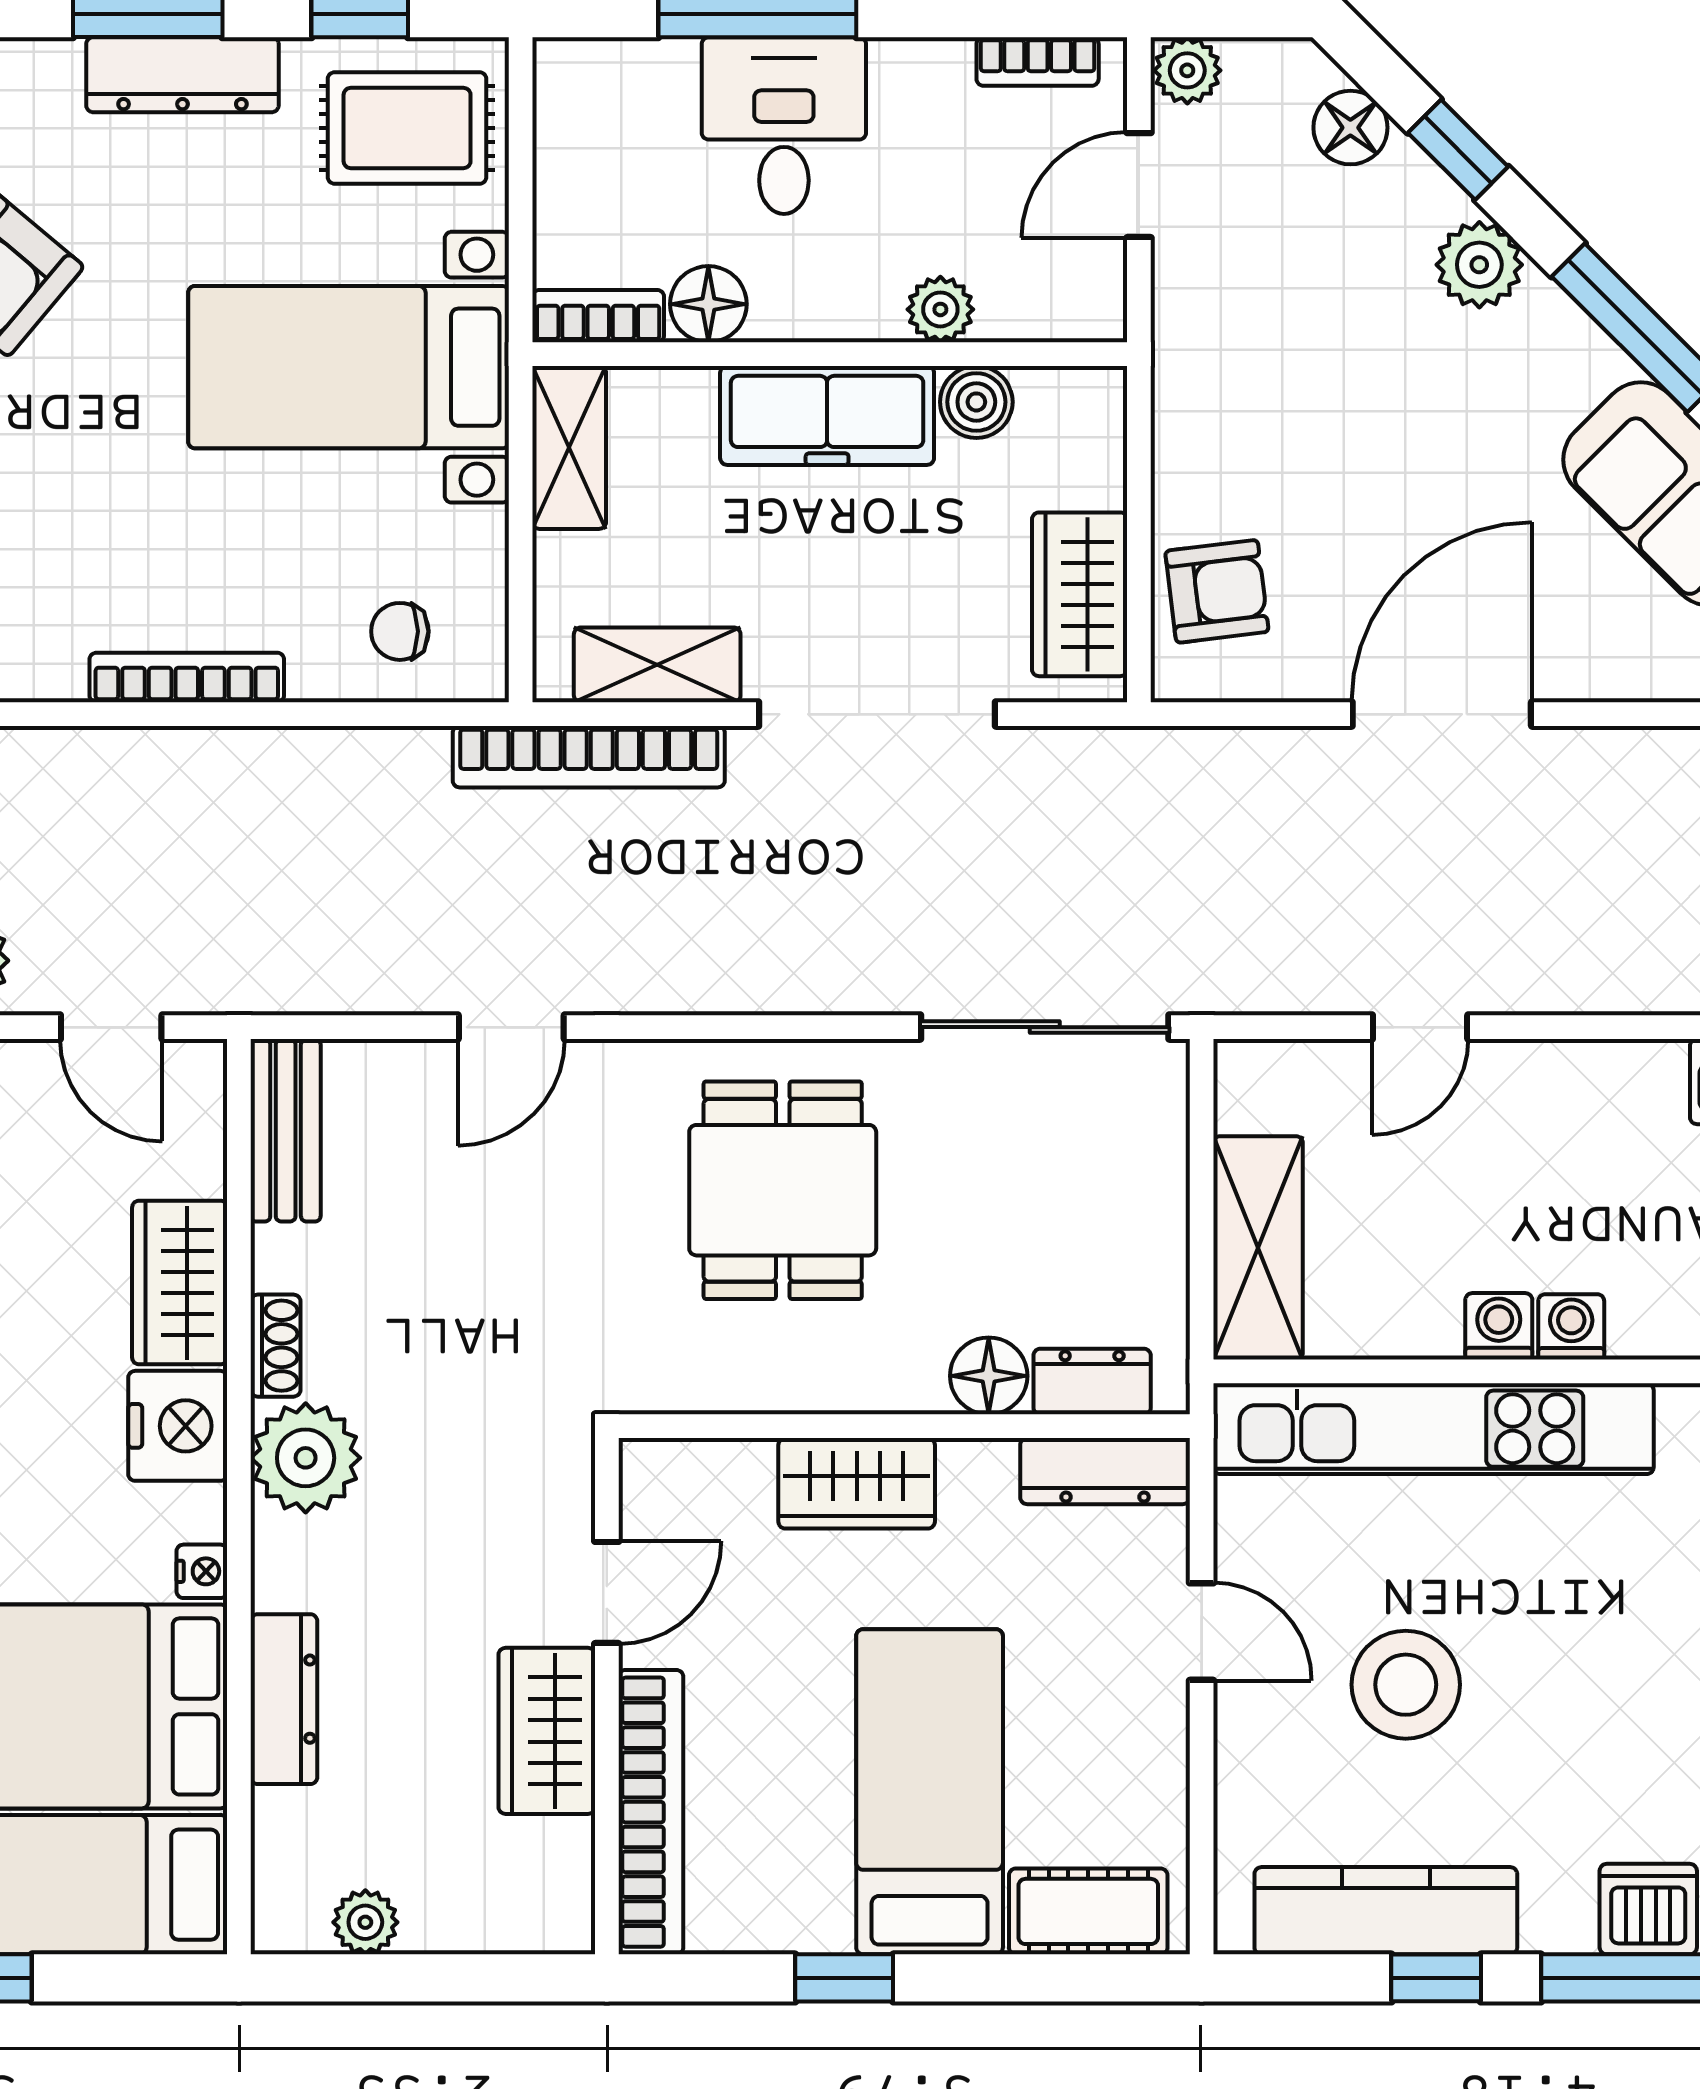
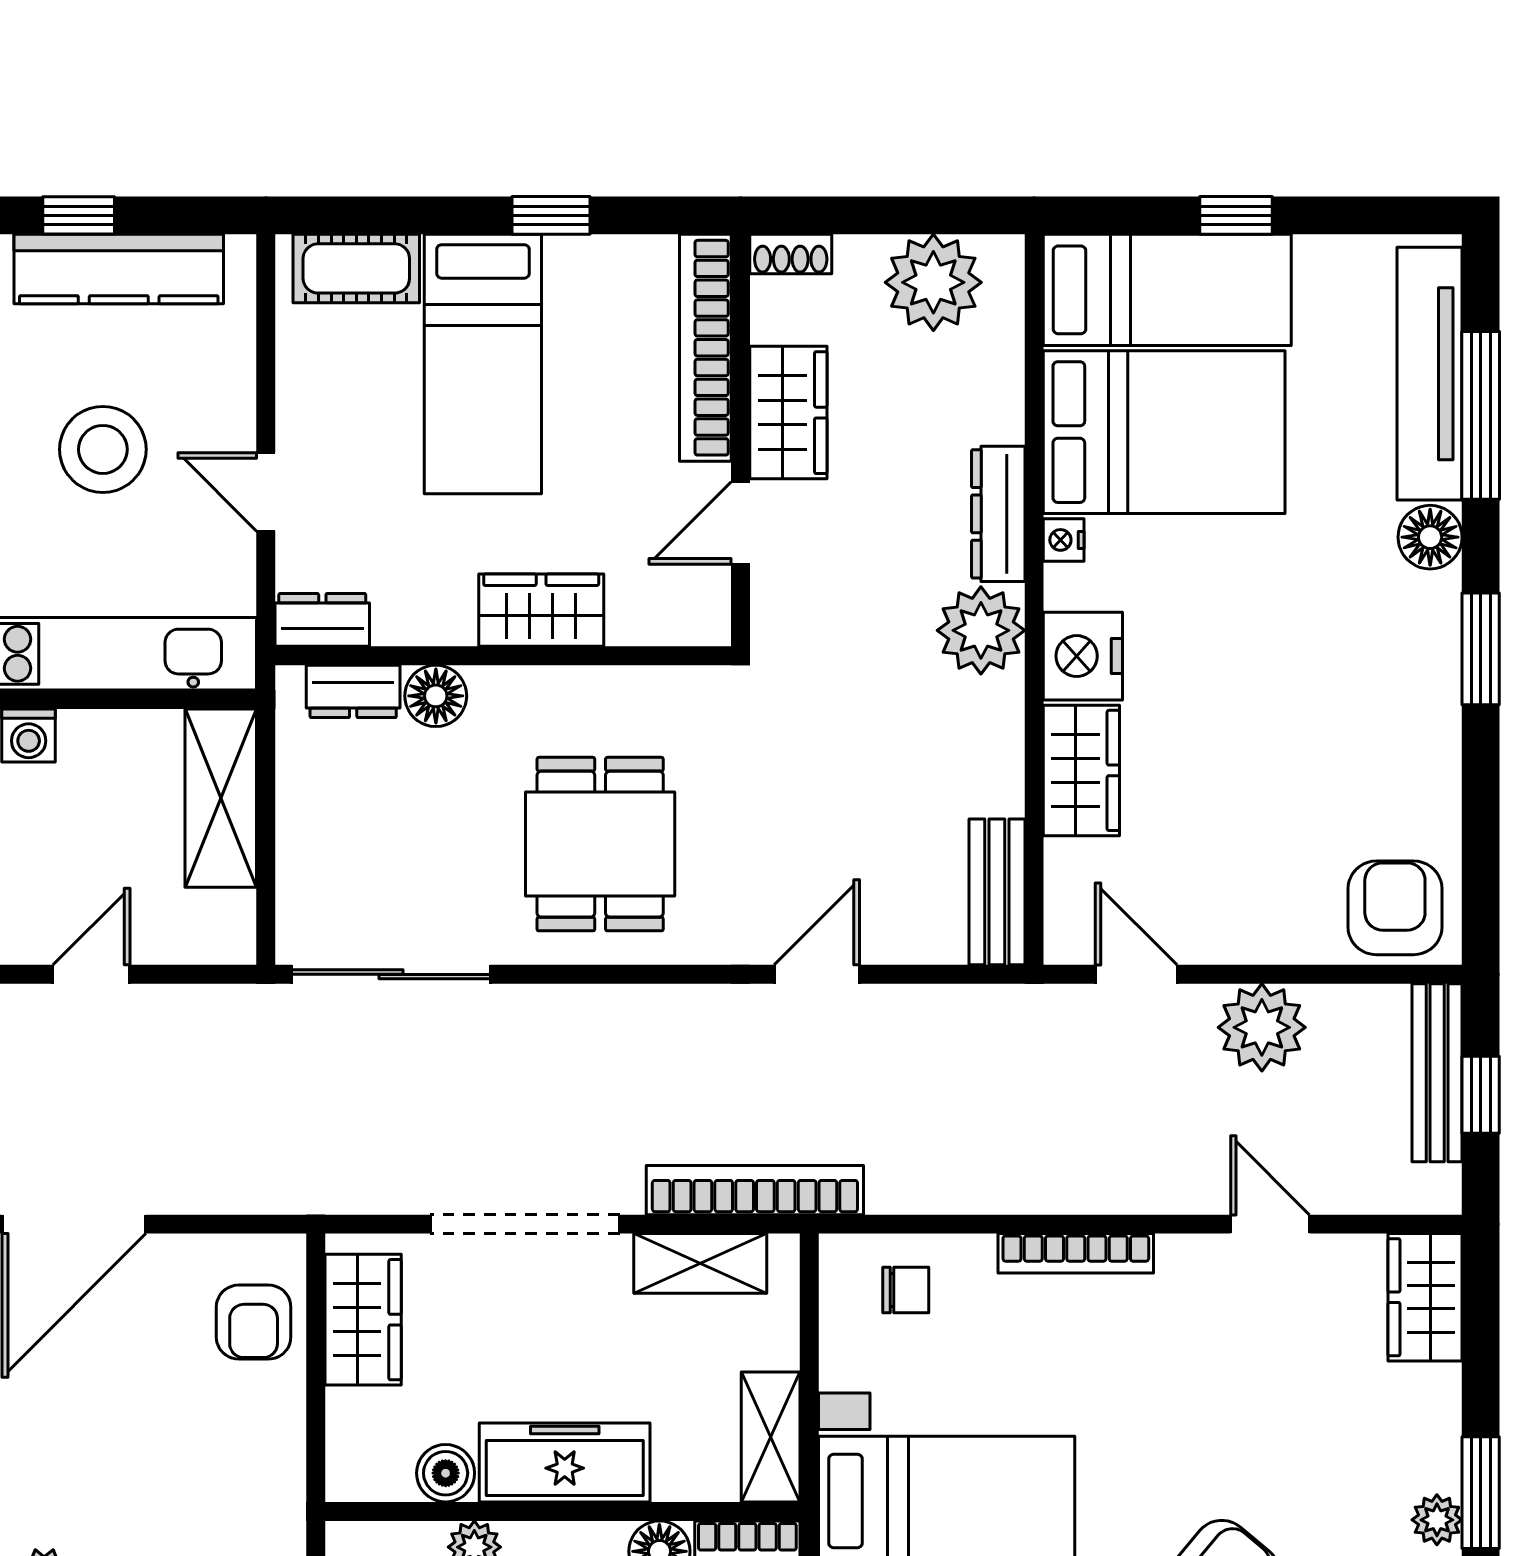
armchair: (1217, 591) -> (254, 1322), turned -83
shoe rack: (276, 1346) -> (791, 254), moved, turned -90
dresser: (1105, 1471) -> (322, 620), width x0.70
dresser: (284, 1699) -> (998, 514), moved
plant: (365, 1922) -> (933, 282), width x1.87, depth x1.87

